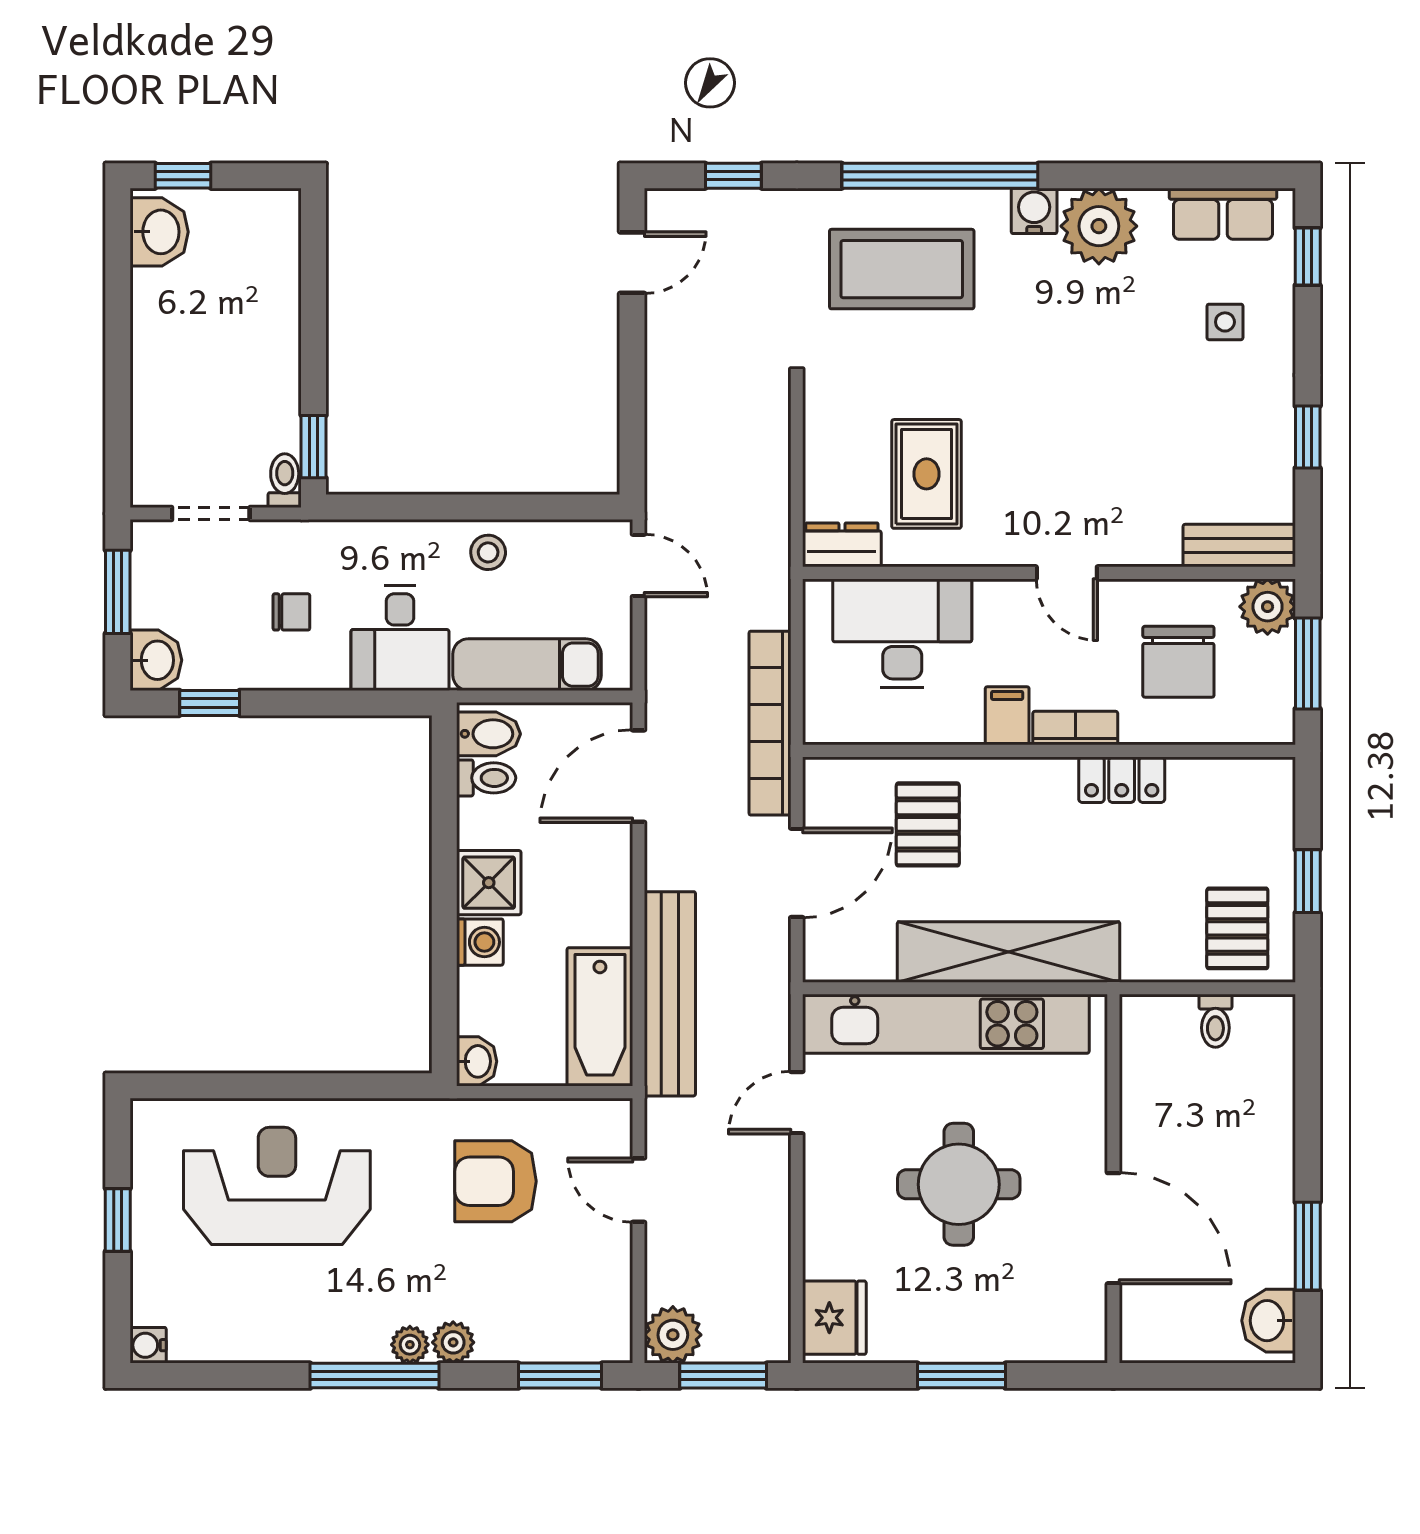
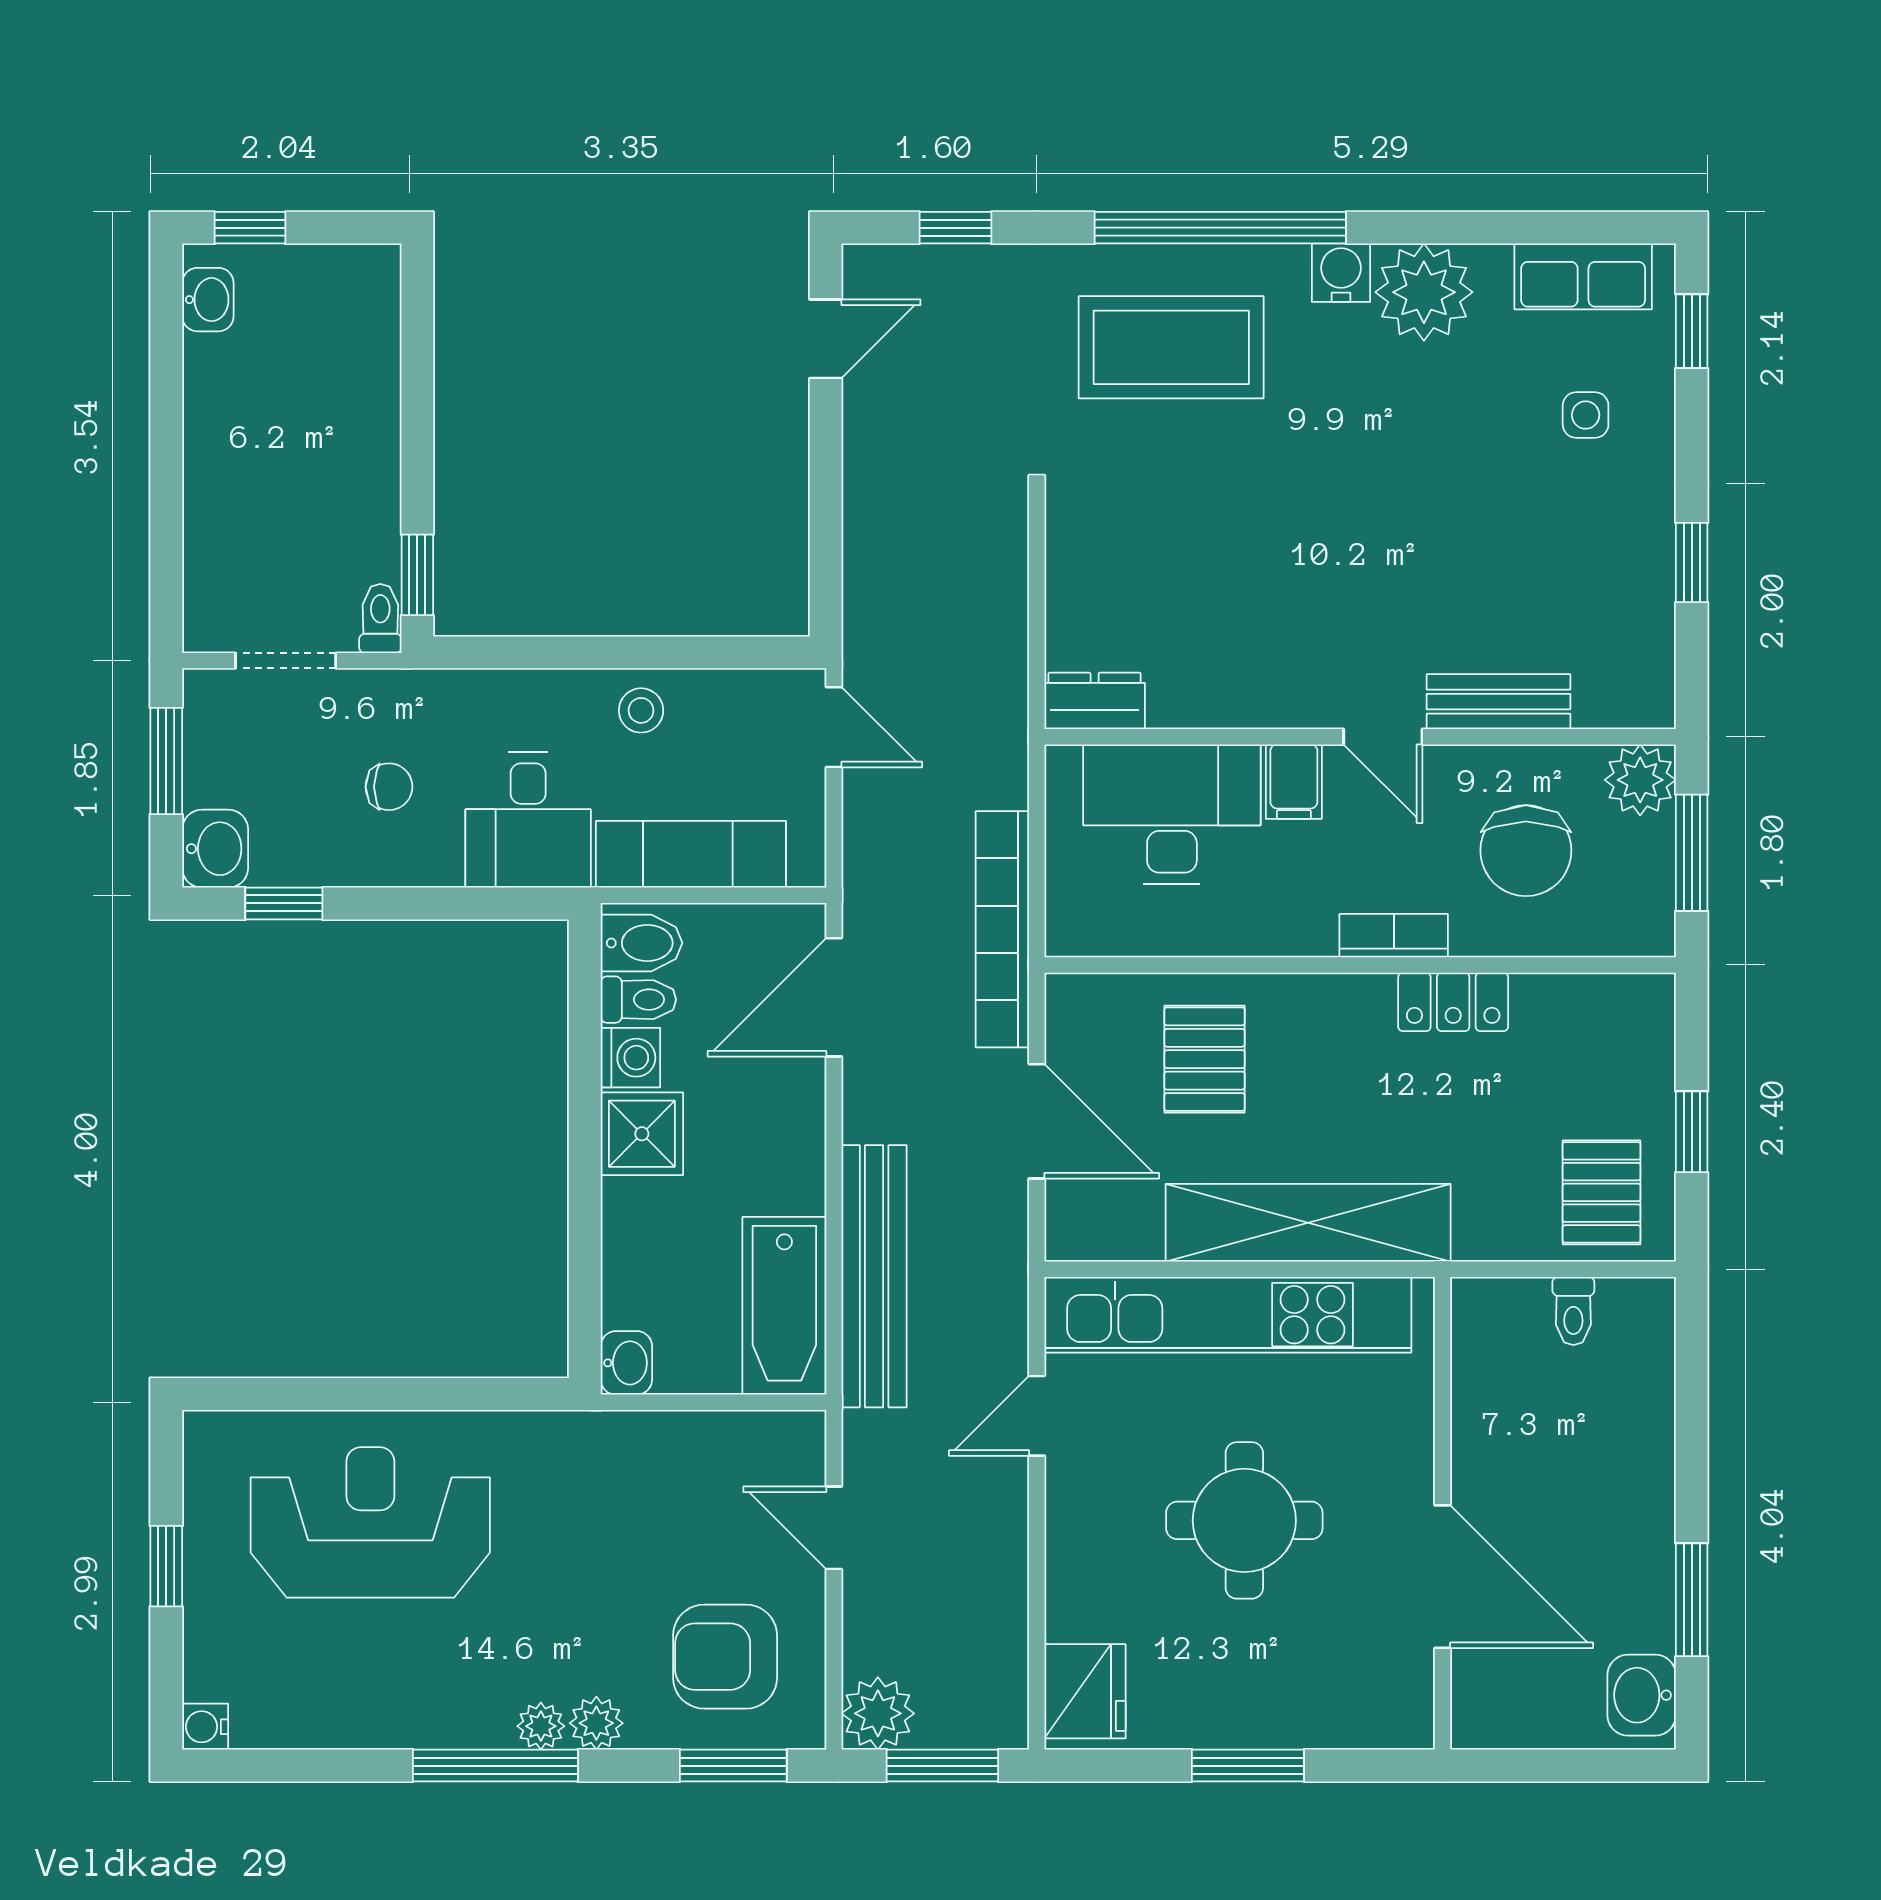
washbasin: (159, 232) -> (208, 300), width x0.72, depth x0.69
rug: (927, 474) -> (1203, 610), removed
bench: (1239, 546) -> (1498, 702), moved
filing cabinet: (1007, 716) -> (1294, 782), moved, turned 180
door: (797, 873) -> (1037, 1121), hinge flipped
washing machine: (480, 942) -> (630, 1058), moved
armchair: (496, 1181) -> (725, 1657), moved

